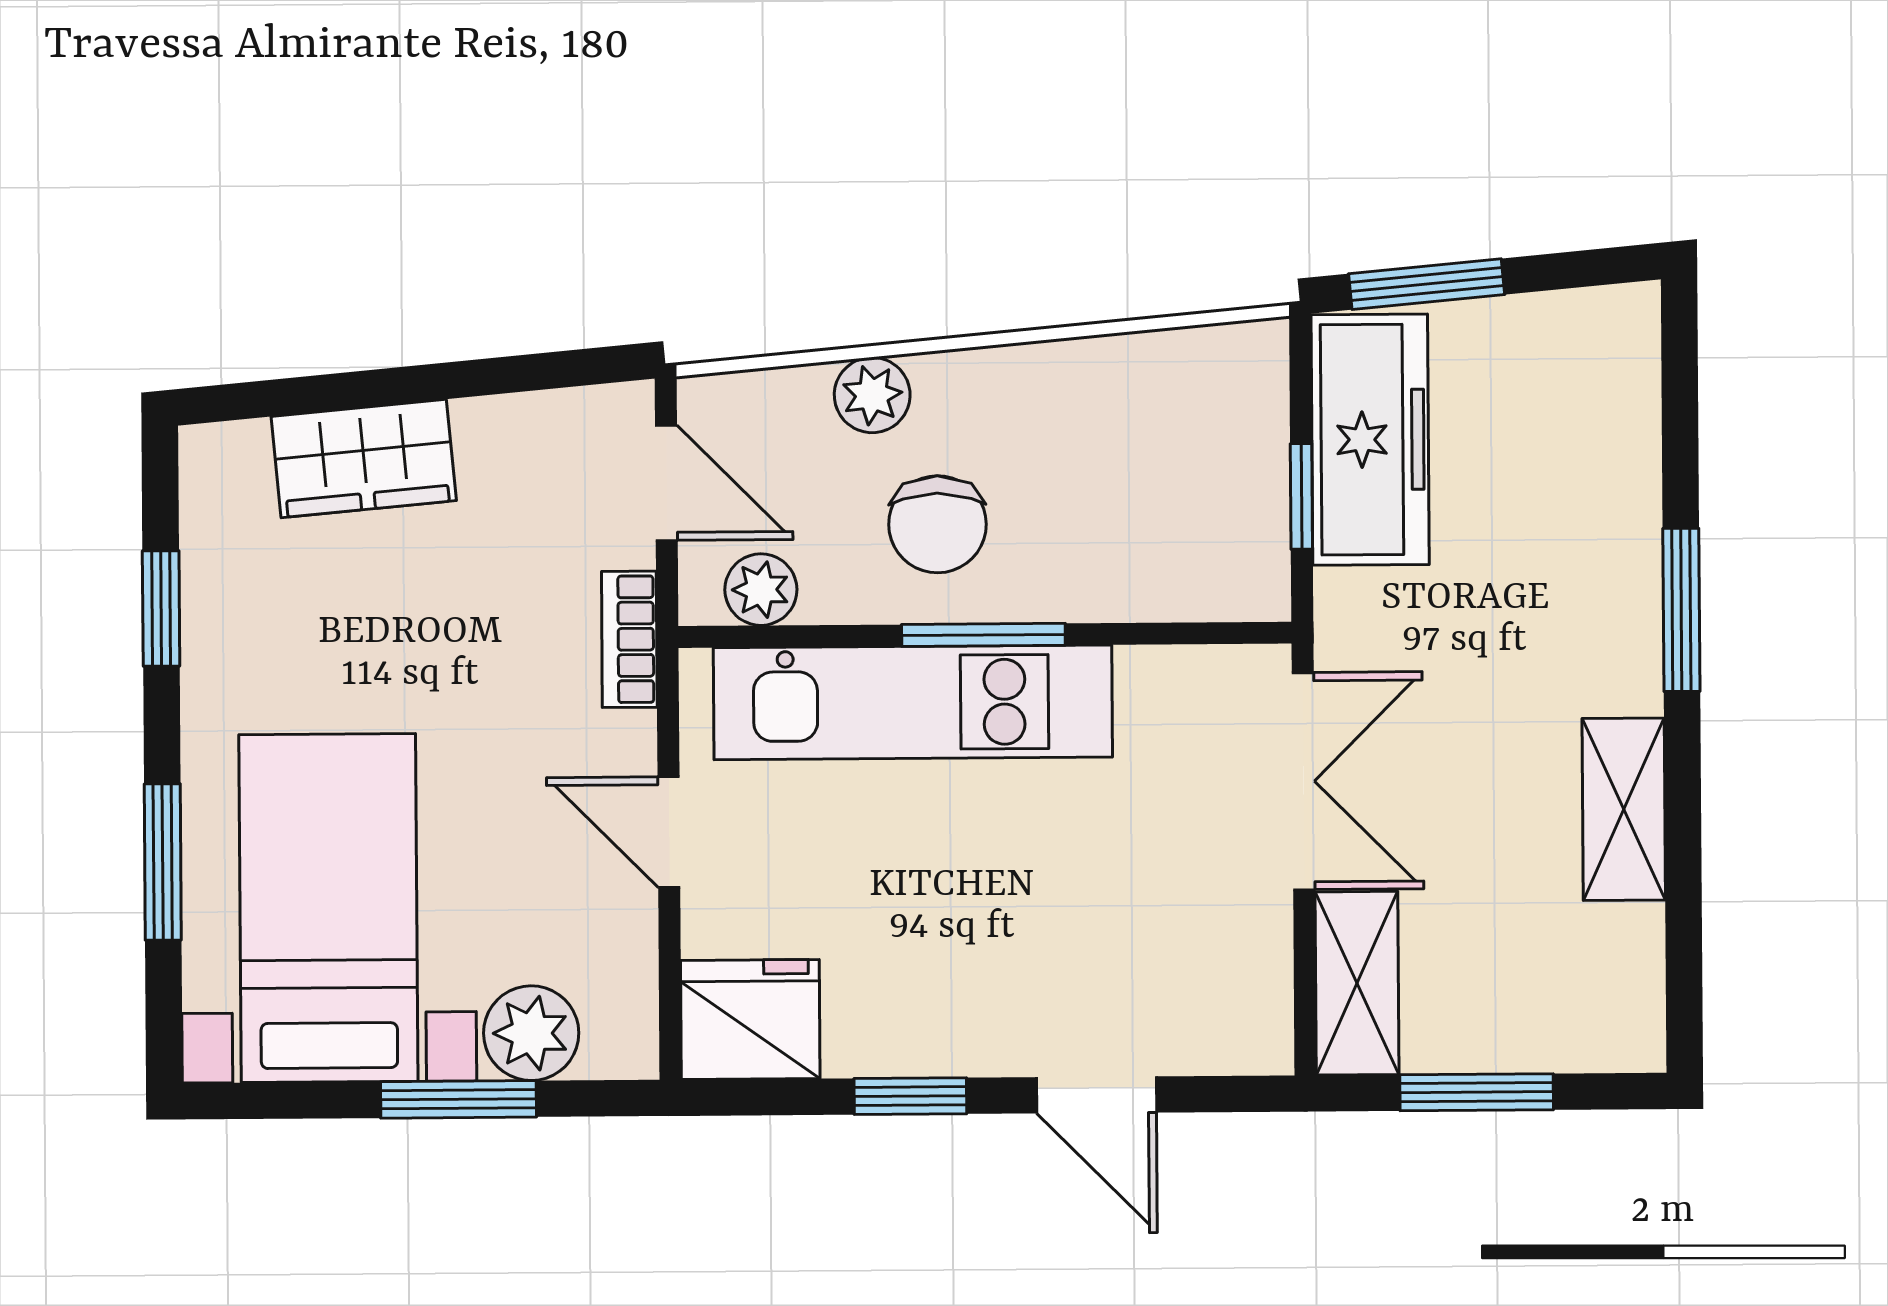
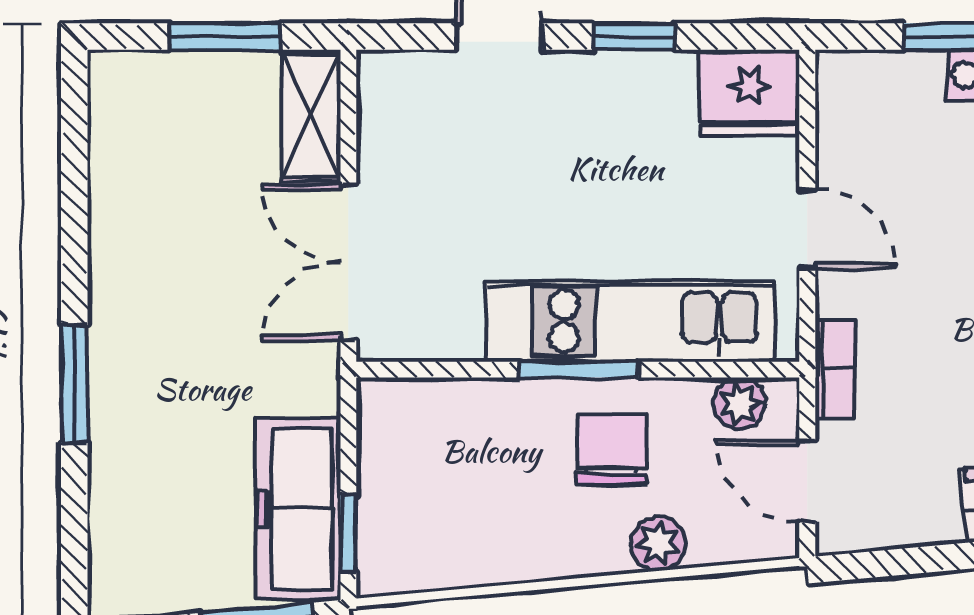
window: (1301, 496) -> (348, 534), moved
shelving: (1624, 809) -> (117, 240), removed
plant: (531, 1033) -> (908, 84), removed

